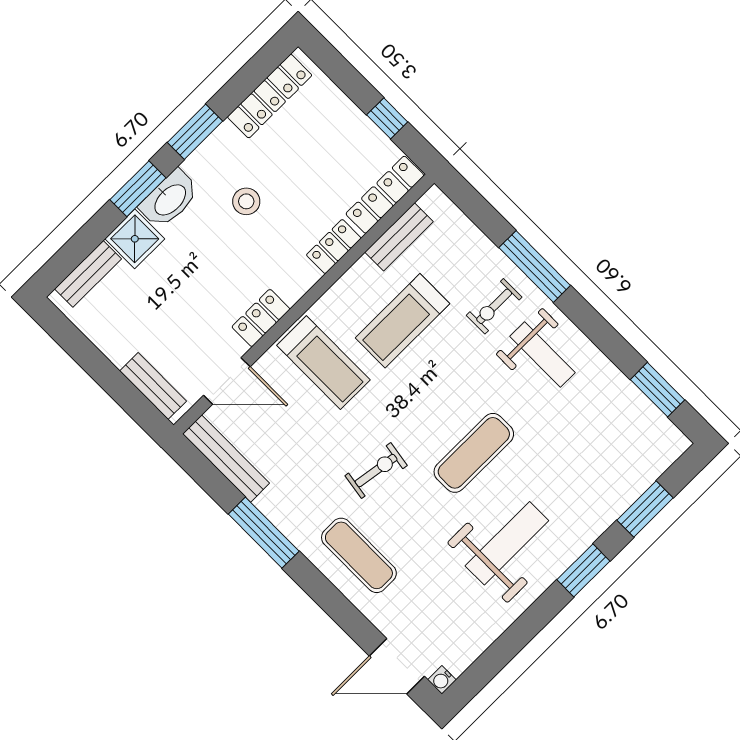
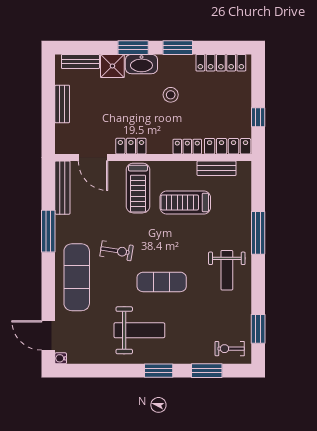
exercise bike: (494, 306) -> (230, 349), moved
bench: (153, 386) -> (62, 104), moved
exercise mat: (359, 555) -> (77, 277), width x1.36, depth x1.45

